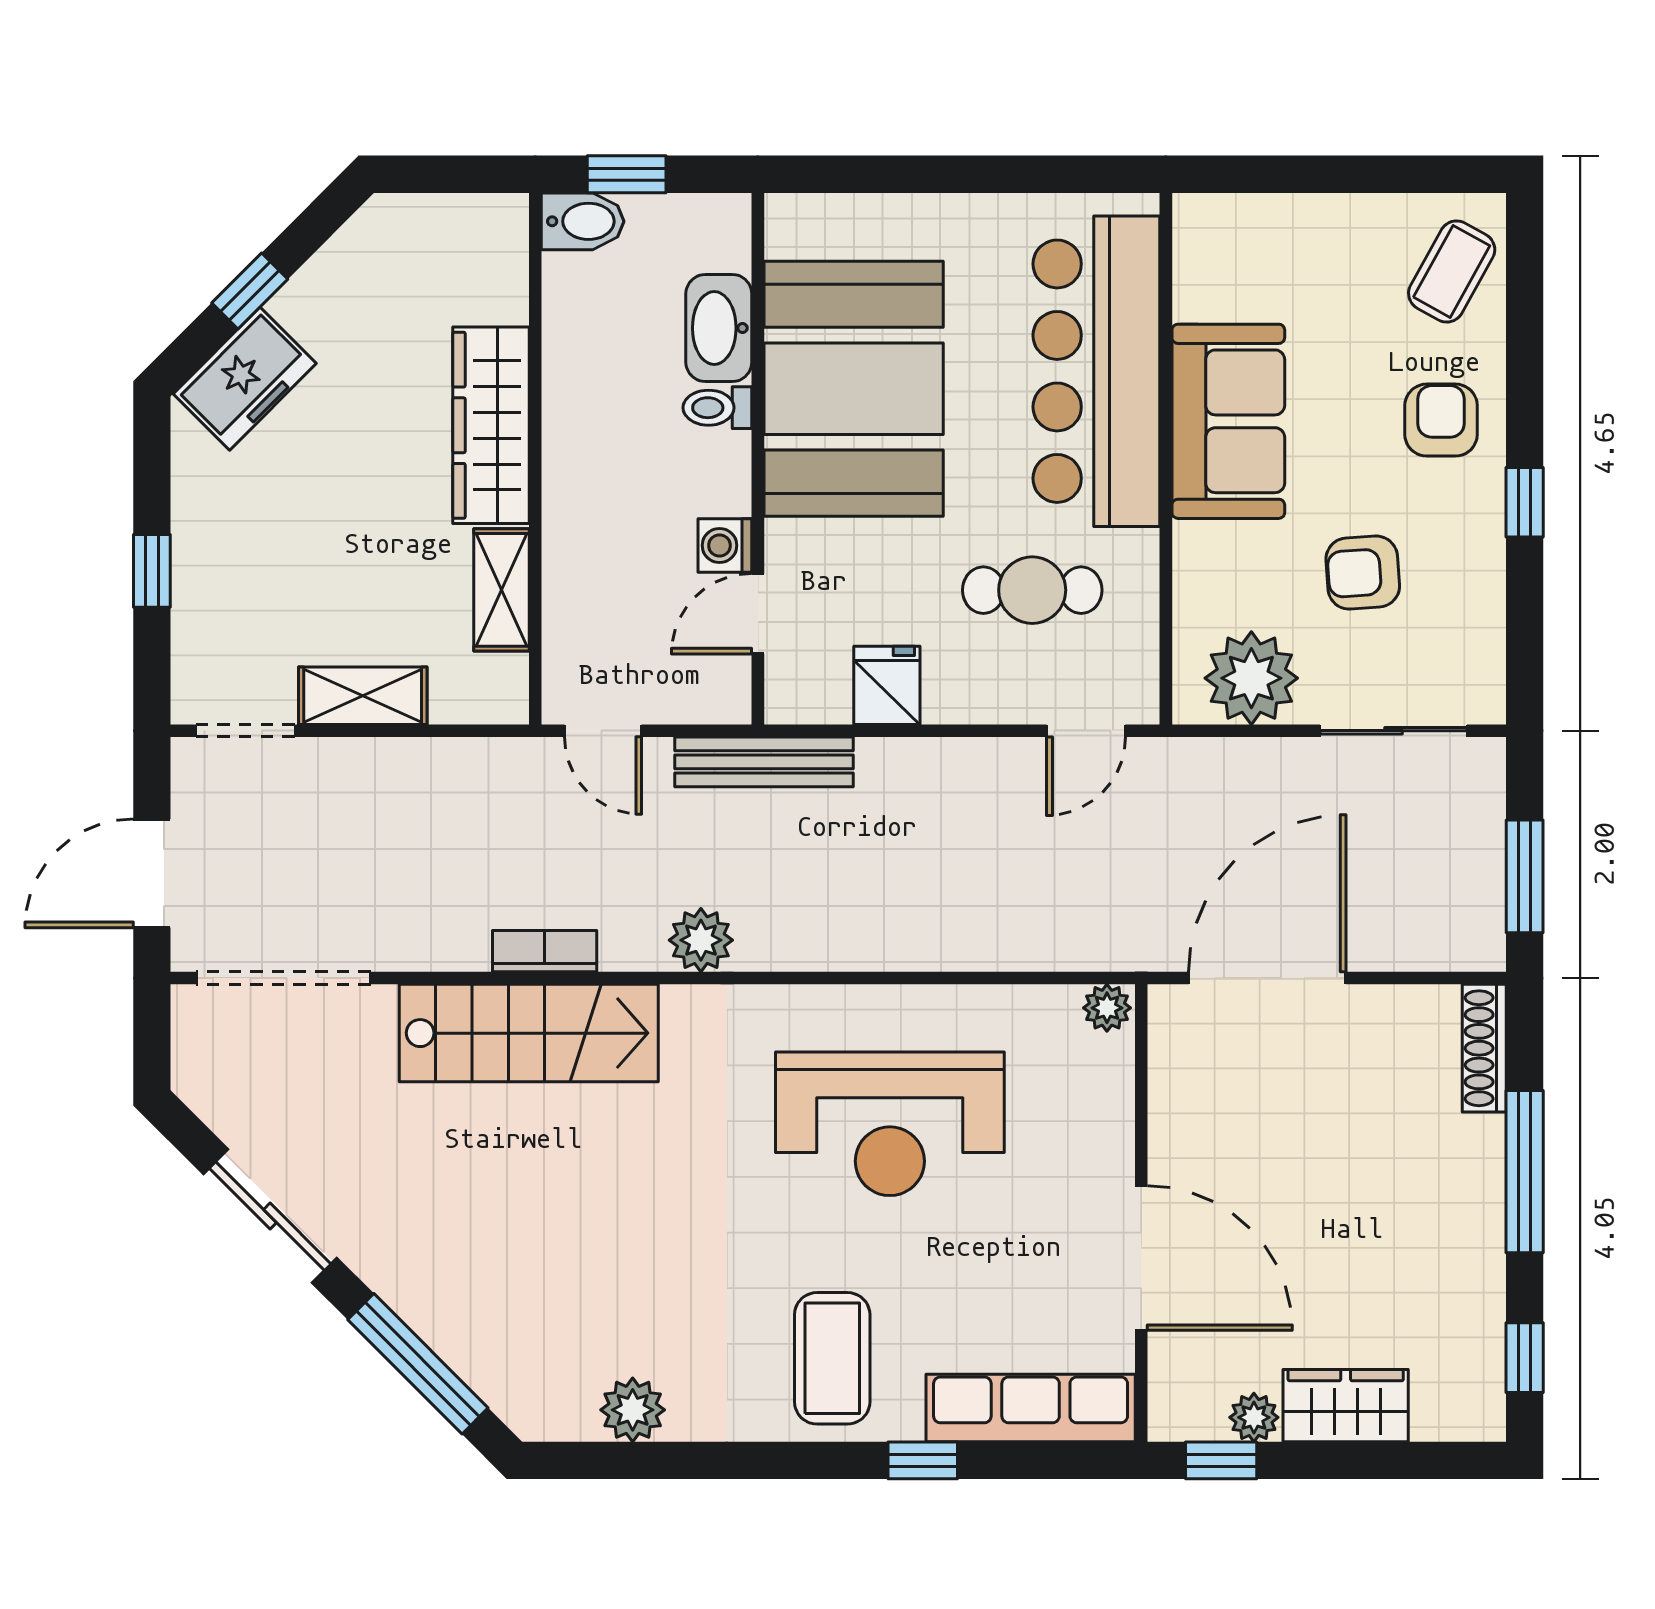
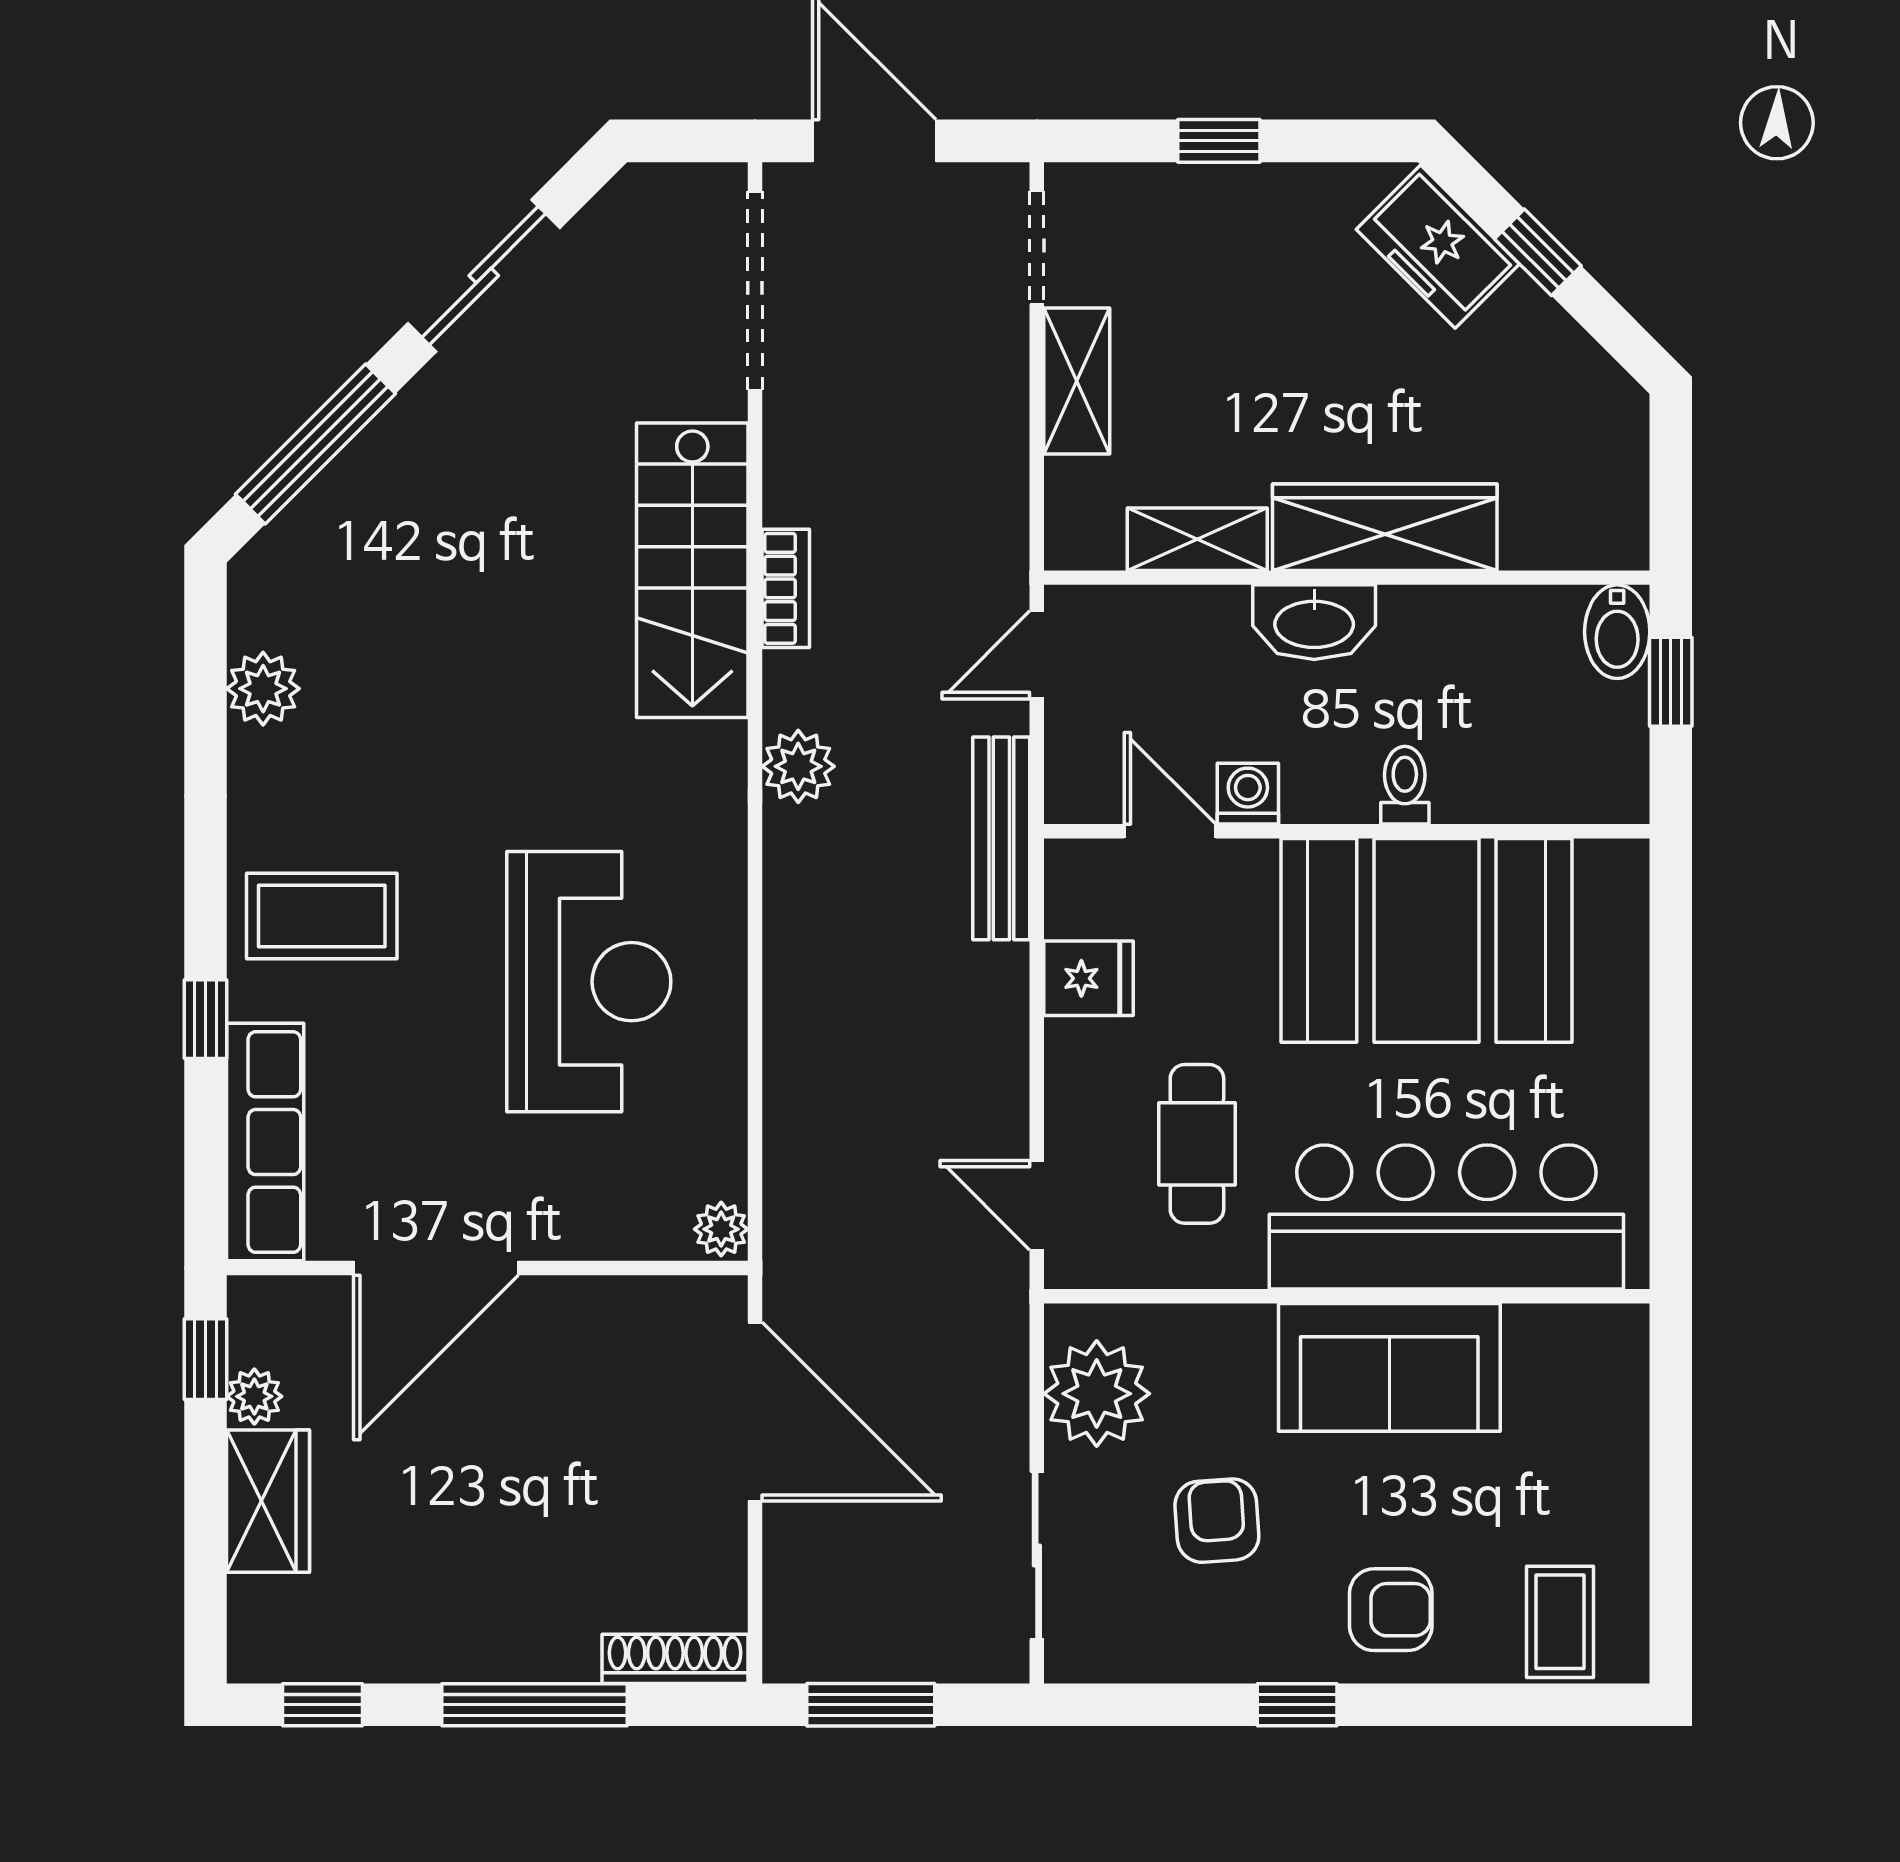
coffee table: (1452, 271) -> (1560, 1622), turned 61
washbasin: (719, 328) -> (1314, 622), moved, turned 180
reception desk: (890, 1124) -> (589, 982), turned 180

